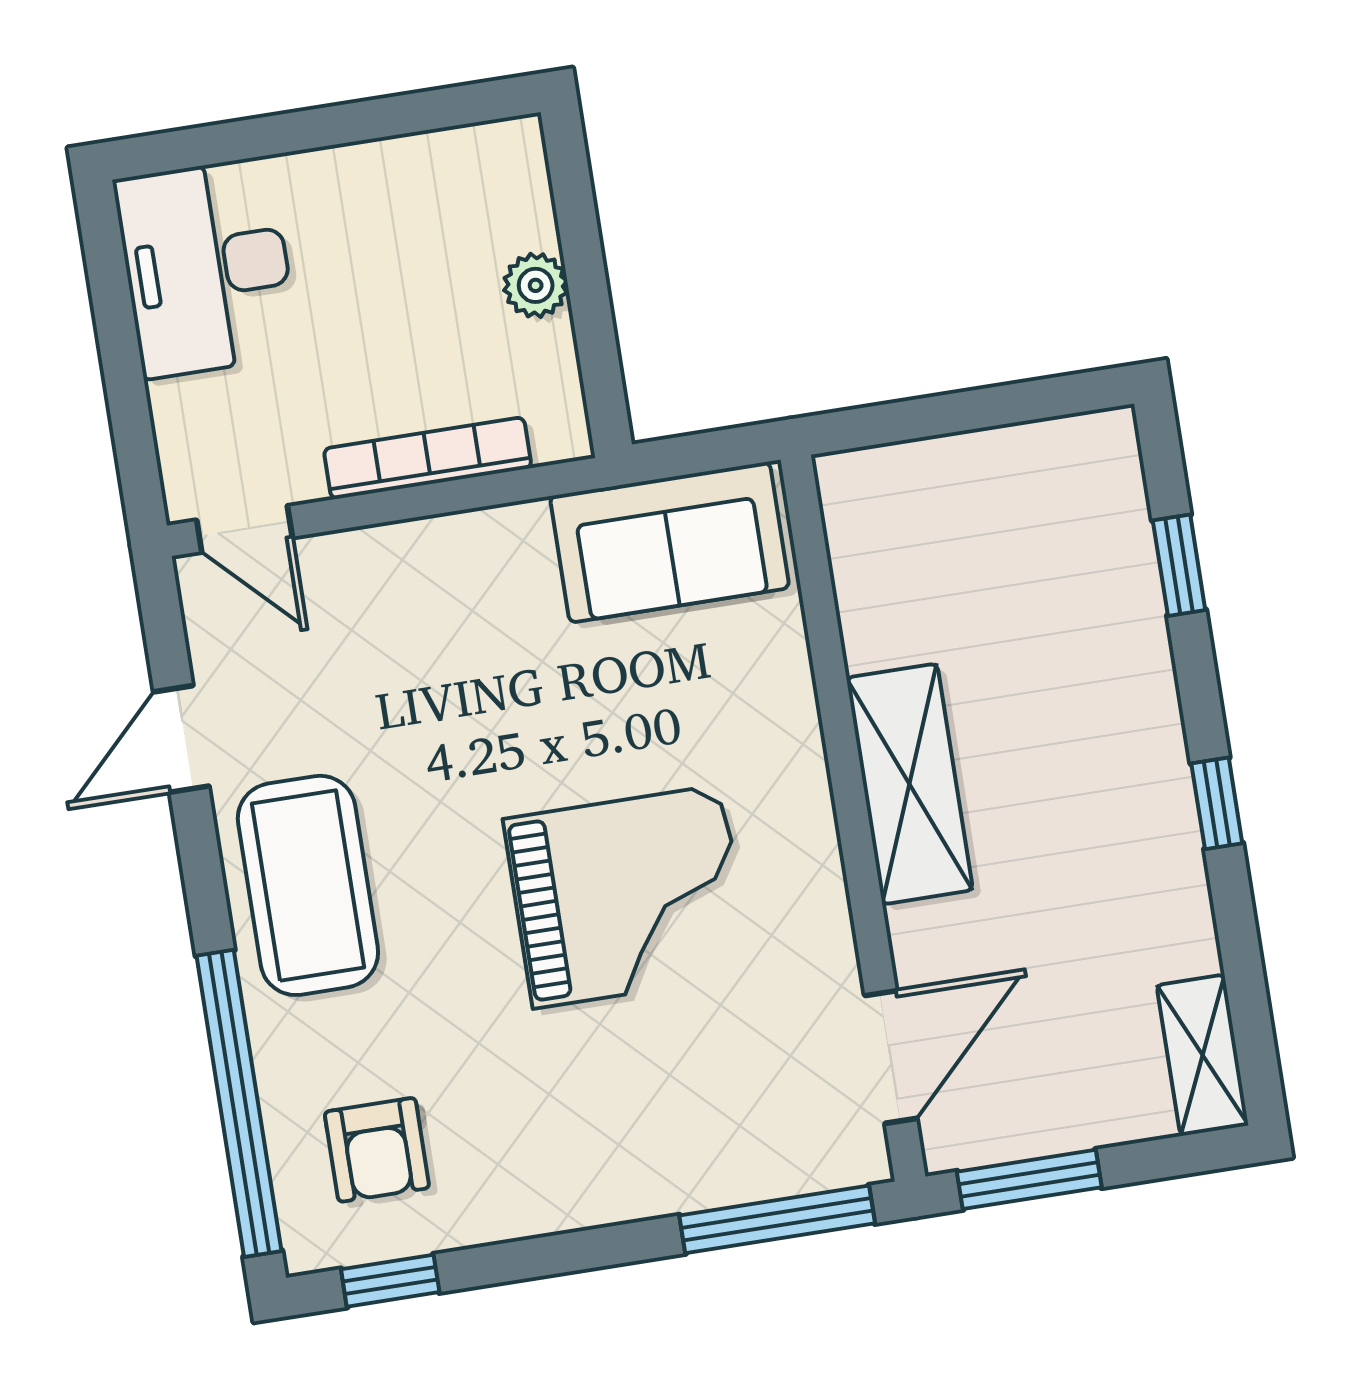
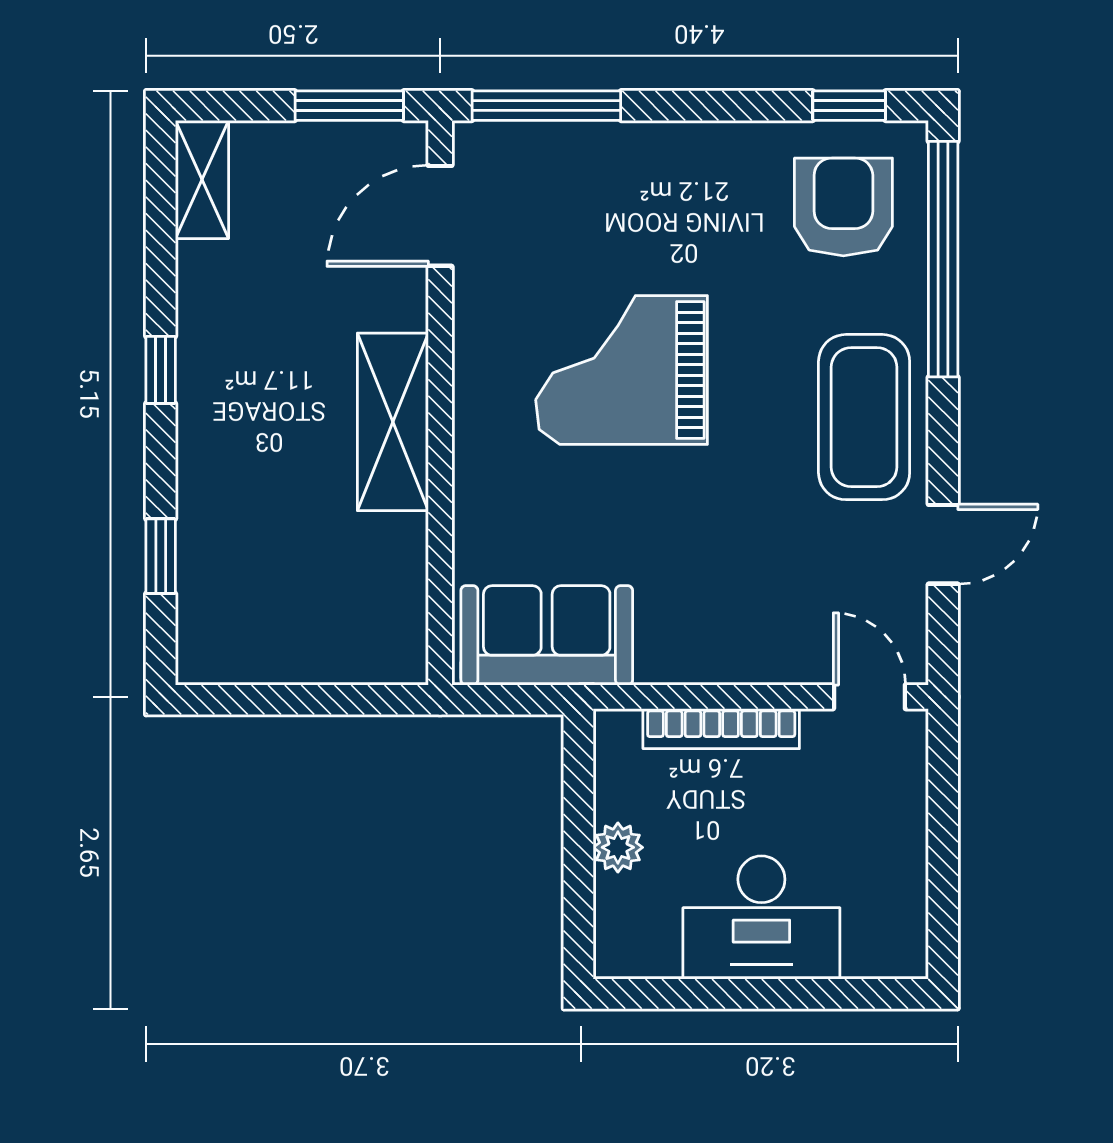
desk: (207, 268) -> (761, 918), moved, turned 90
armchair: (377, 1150) -> (843, 207), width x1.38, depth x1.38

